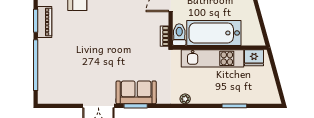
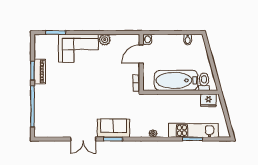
toilet: (179, 35) -> (204, 82), moved
kitchen unit: (212, 58) -> (193, 130), moved, turned 180

